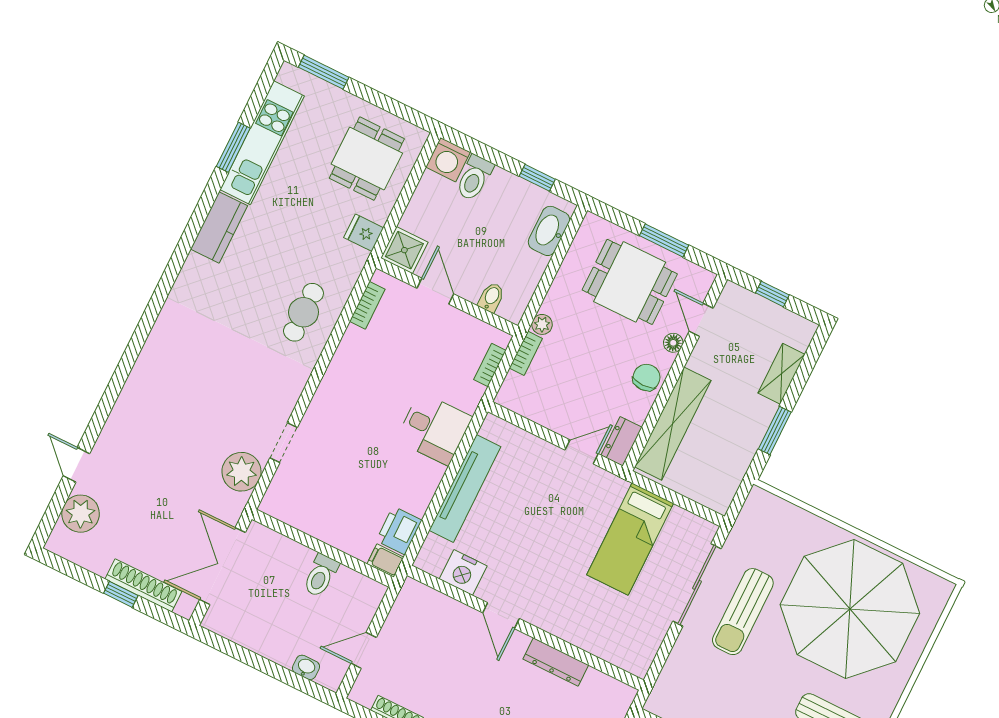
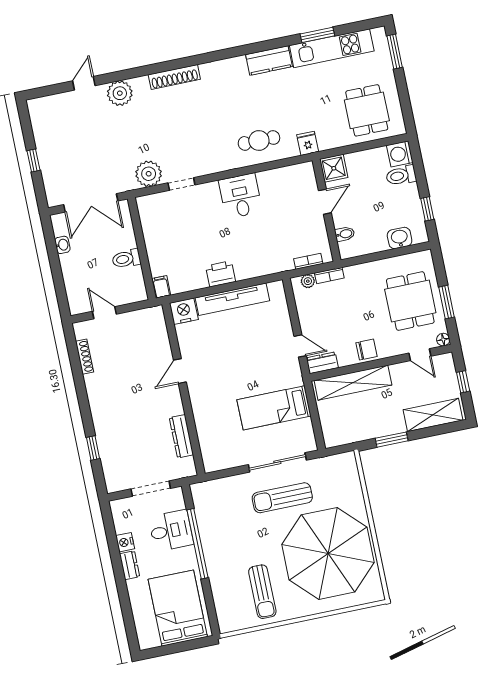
dining table: (367, 159) -> (367, 110), turned 90
washbasin: (549, 231) -> (400, 238), width x0.72
fridge: (364, 233) -> (308, 143), moved
bookcase: (367, 305) -> (289, 171), removed
door: (701, 320) -> (420, 355), swing flipped
plant: (542, 324) -> (308, 281), moved
floor lamp: (673, 343) -> (443, 340), moved
shelving: (781, 374) -> (433, 415), width x1.50, depth x1.33
desk: (434, 429) -> (240, 196), moved, turned 180
plant: (81, 514) -> (120, 93), moved
printer: (399, 530) -> (221, 274), moved
double door: (223, 566) -> (91, 203), swing flipped
nightstand: (463, 572) -> (184, 311), moved, turned 90
shoe rack: (143, 585) -> (174, 77), moved, turned 90
dresser: (556, 662) -> (181, 436), moved
washbasin: (306, 667) -> (62, 245), moved

